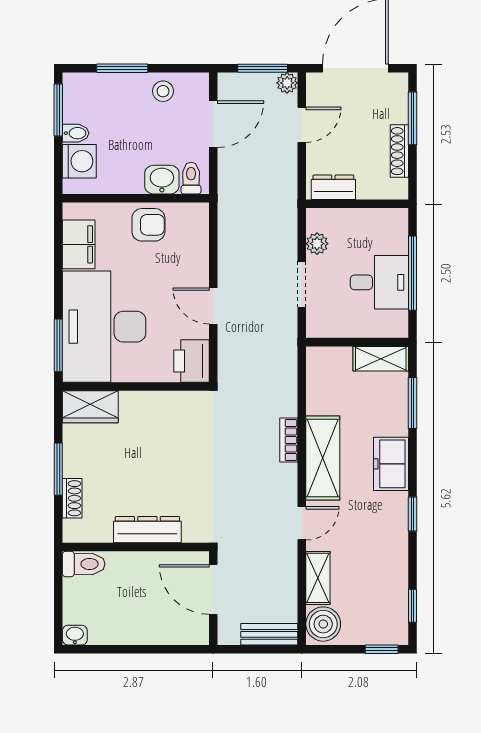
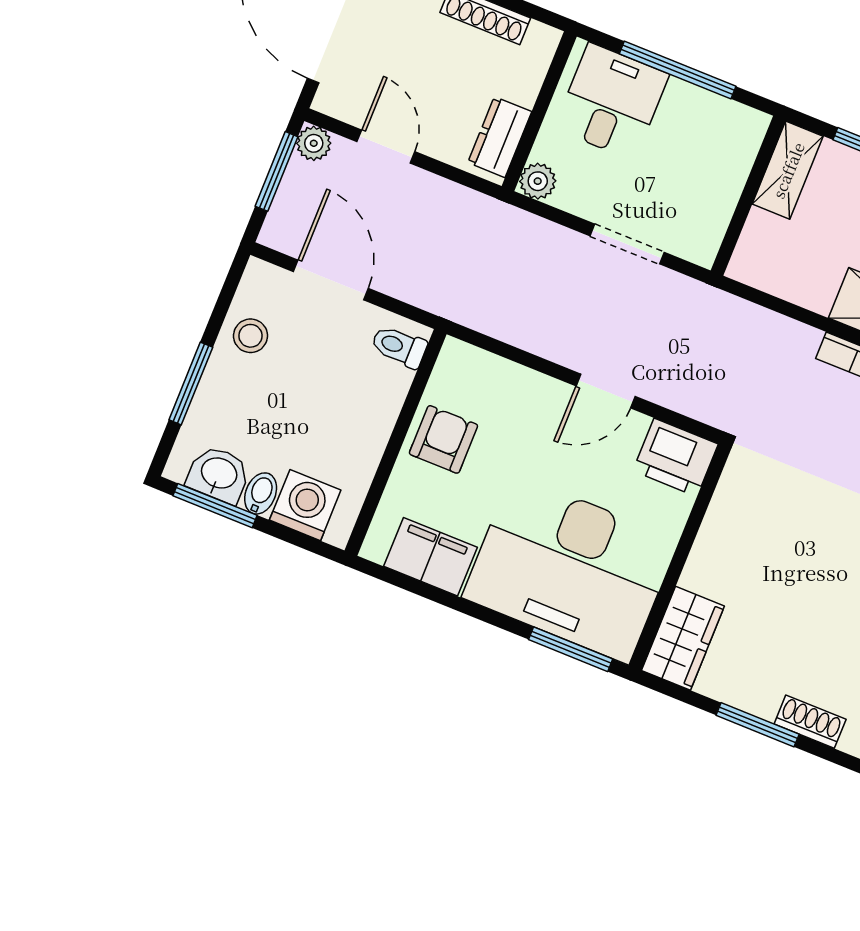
washbasin: (162, 180) -> (219, 474), moved, turned 90
plant: (317, 244) -> (538, 181), moved
desk: (379, 282) -> (612, 101), moved

